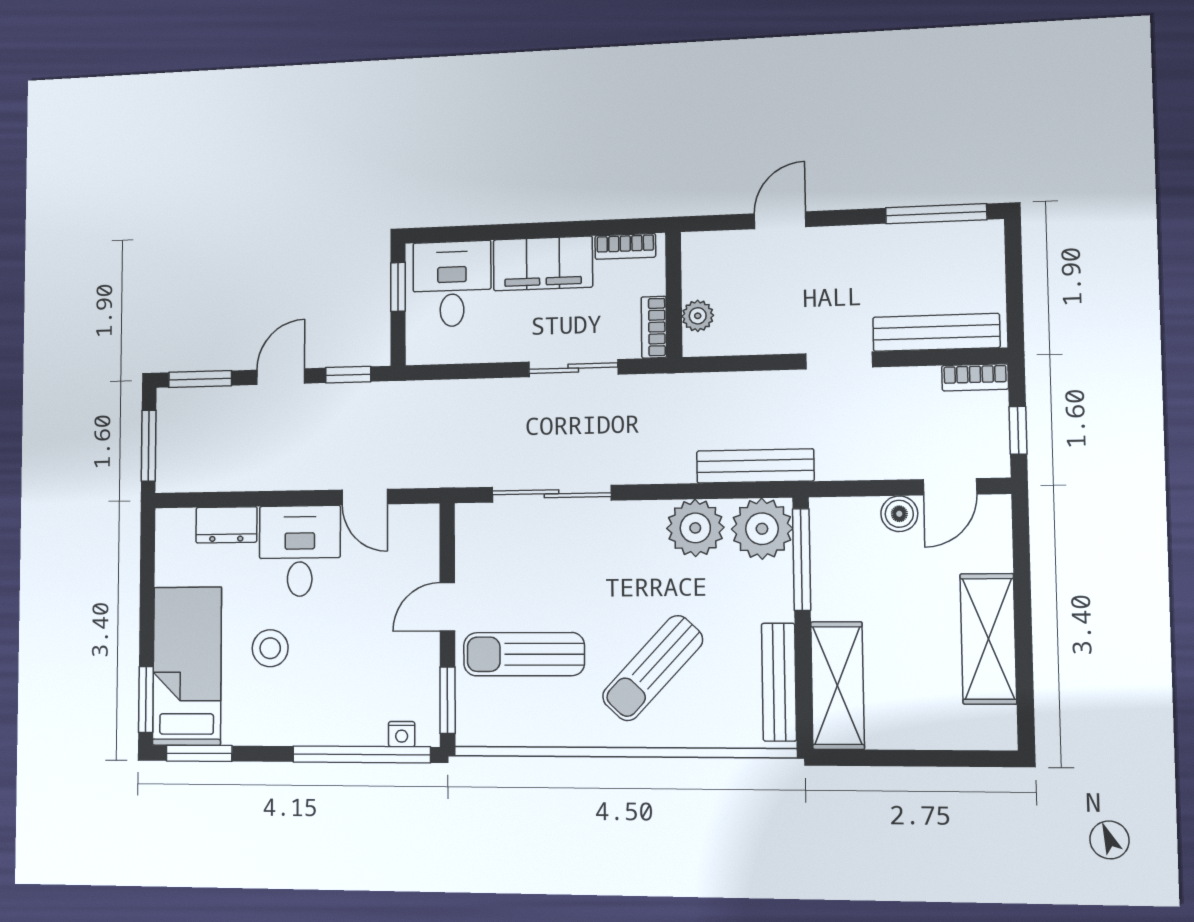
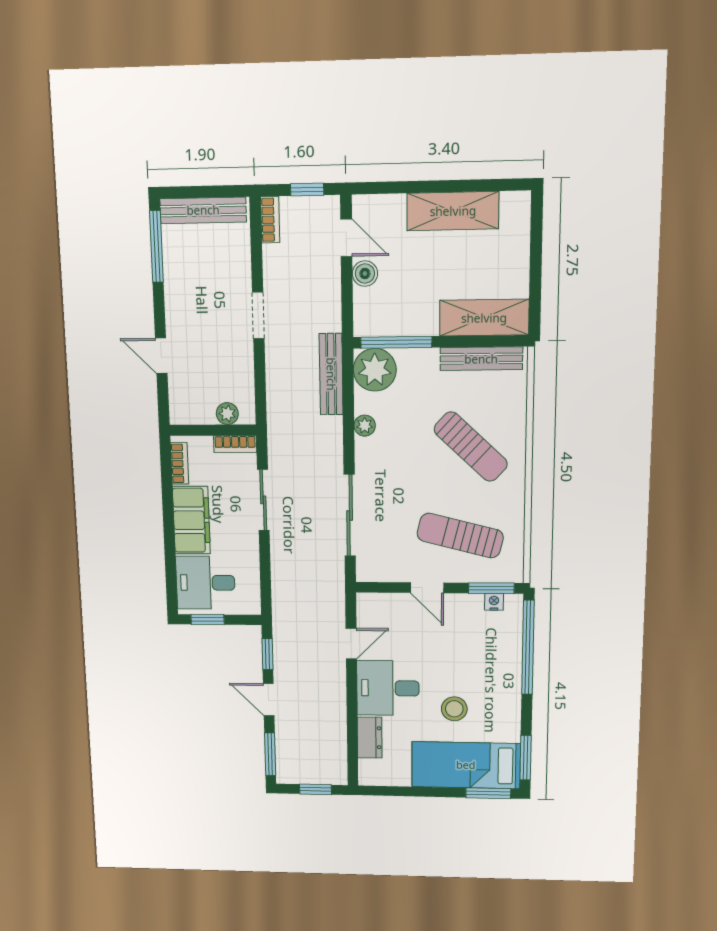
bench: (936, 332) -> (203, 210), moved, turned 90
window: (149, 446) -> (316, 789), width x0.67
plant: (695, 528) -> (365, 426), width x0.53, depth x0.53
sun lounger: (524, 654) -> (460, 535), turned 104
nightstand: (402, 734) -> (494, 602), moved, turned -90

